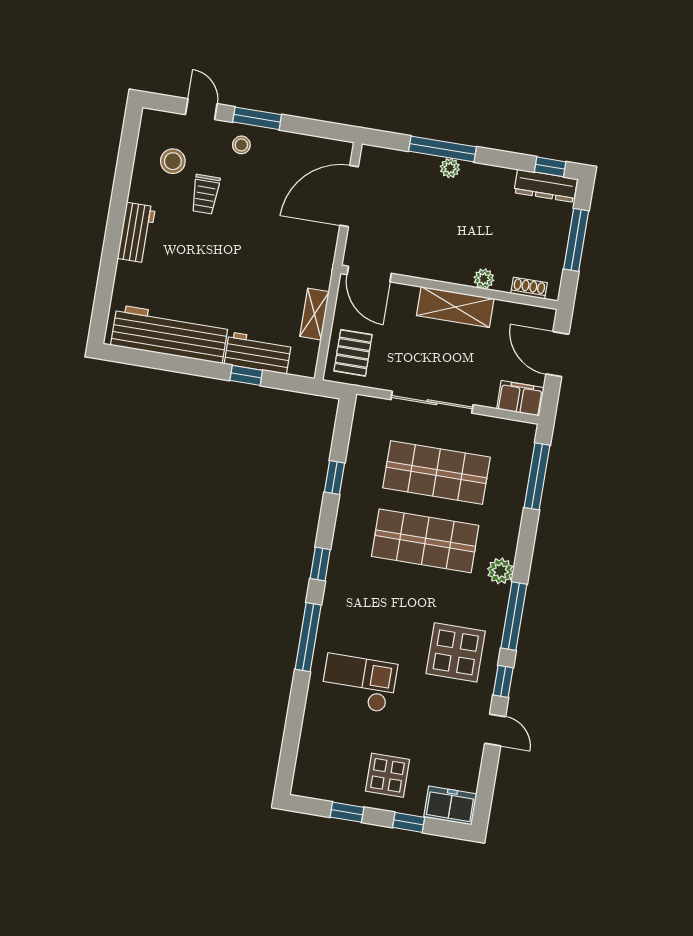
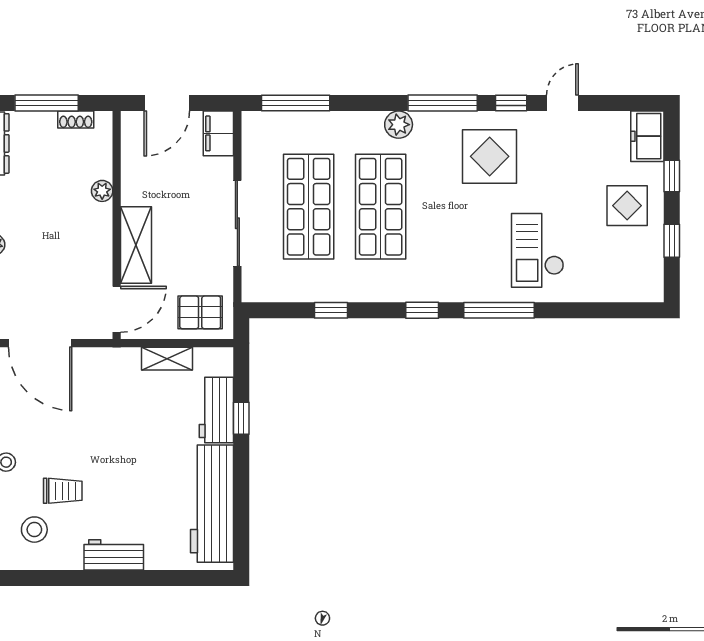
shoe rack: (529, 288) -> (76, 120), moved, turned -90
shelving: (455, 307) -> (136, 245), moved

